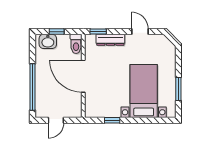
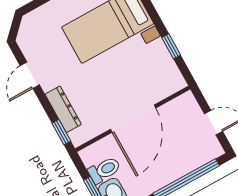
toilet: (76, 44) -> (104, 170), moved

